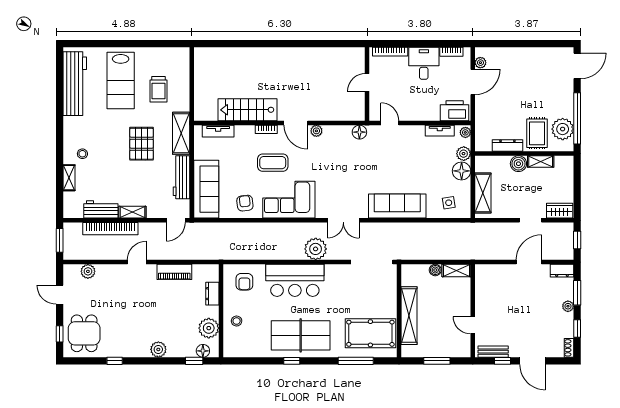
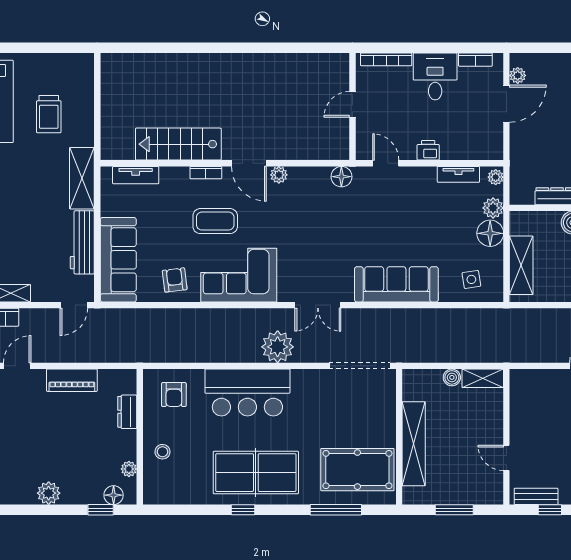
printer: (455, 111) -> (428, 150), moved, width x0.53, depth x0.68
pallet: (142, 144) -> (24, 194), removed
plant: (209, 328) -> (129, 469), width x0.53, depth x0.53

